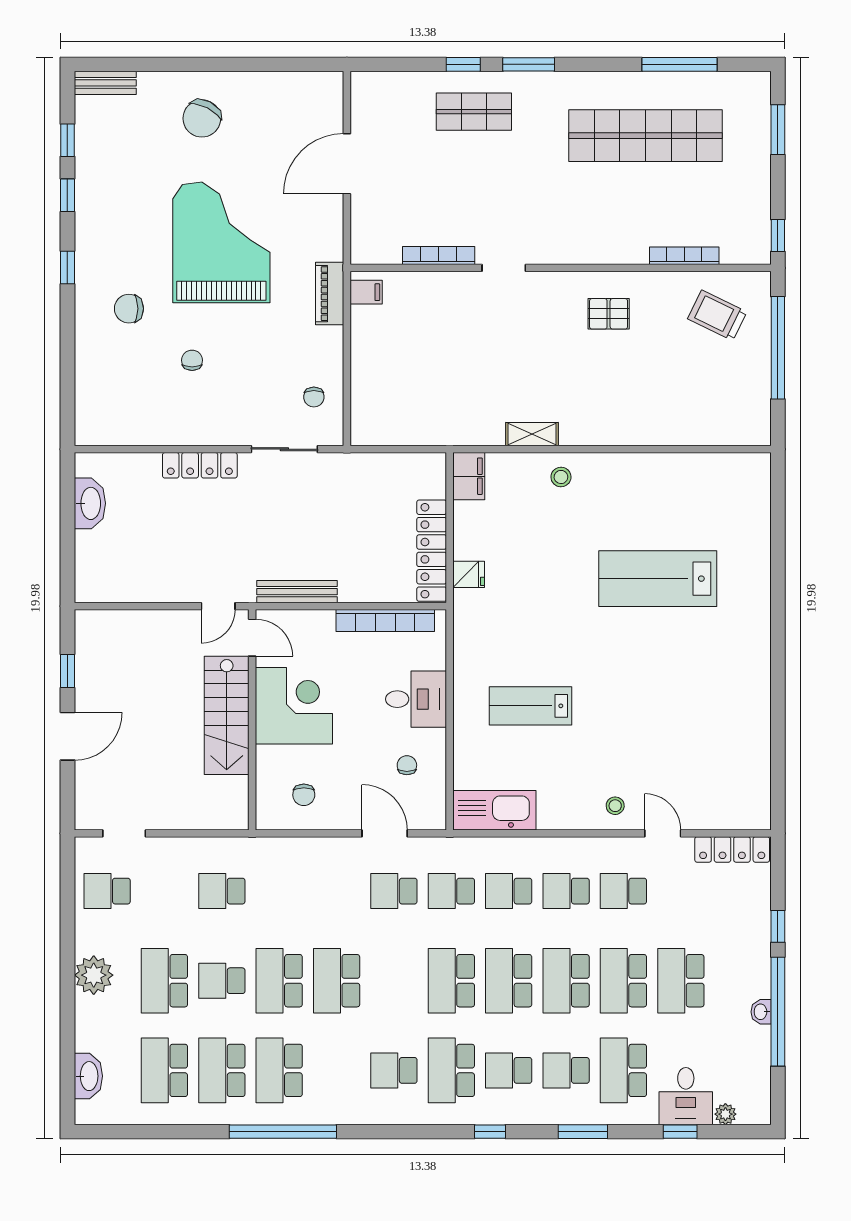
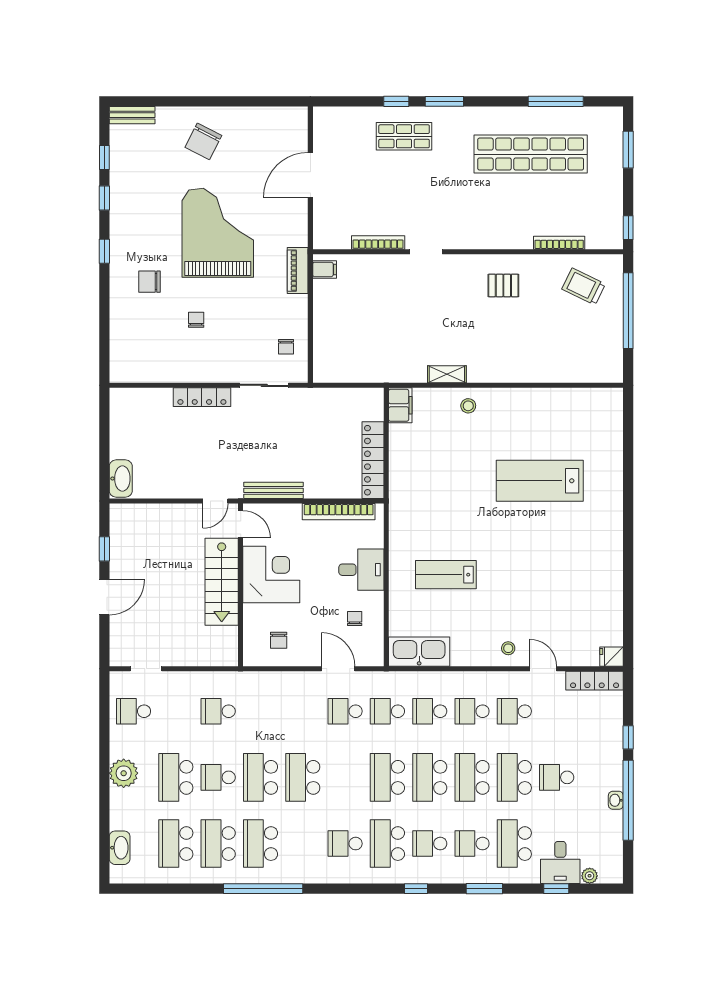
washbasin: (90, 503) -> (121, 479), moved
fridge: (469, 574) -> (612, 657), moved, turned 180
school desk: (681, 981) -> (557, 777), width x0.54

